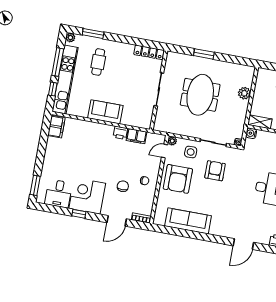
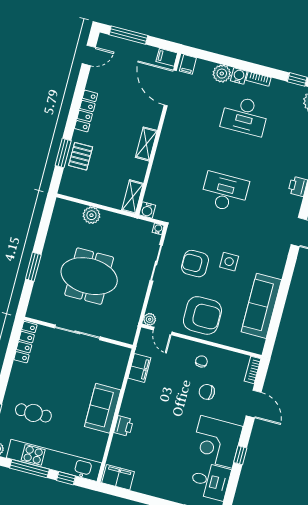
printer: (120, 133) -> (124, 426), moved
side table: (191, 152) -> (229, 262), moved

